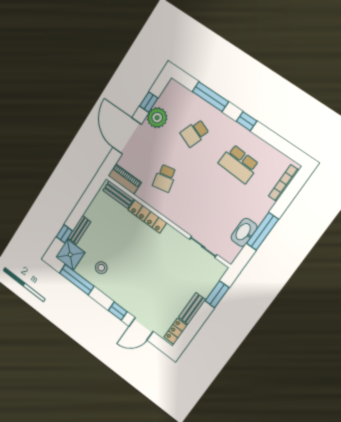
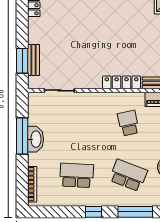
school desk: (195, 133) -> (128, 175), width x1.85
washbasin: (244, 232) -> (36, 139), moved
stool: (101, 268) -> (131, 11), removed
bench: (192, 309) -> (34, 60), moved

